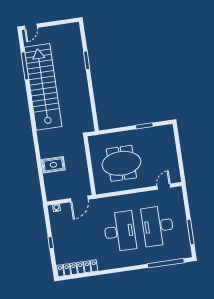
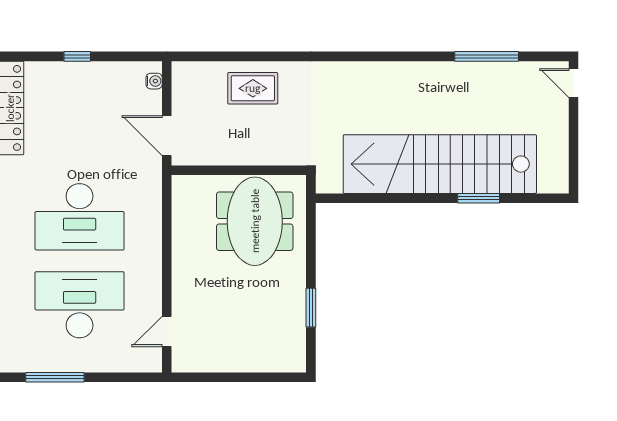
stairs: (43, 87) -> (440, 164), moved, turned 180
meeting table: (121, 163) -> (255, 221), moved
rug: (53, 165) -> (253, 88), turned 90
door: (164, 187) -> (167, 332), swing flipped

